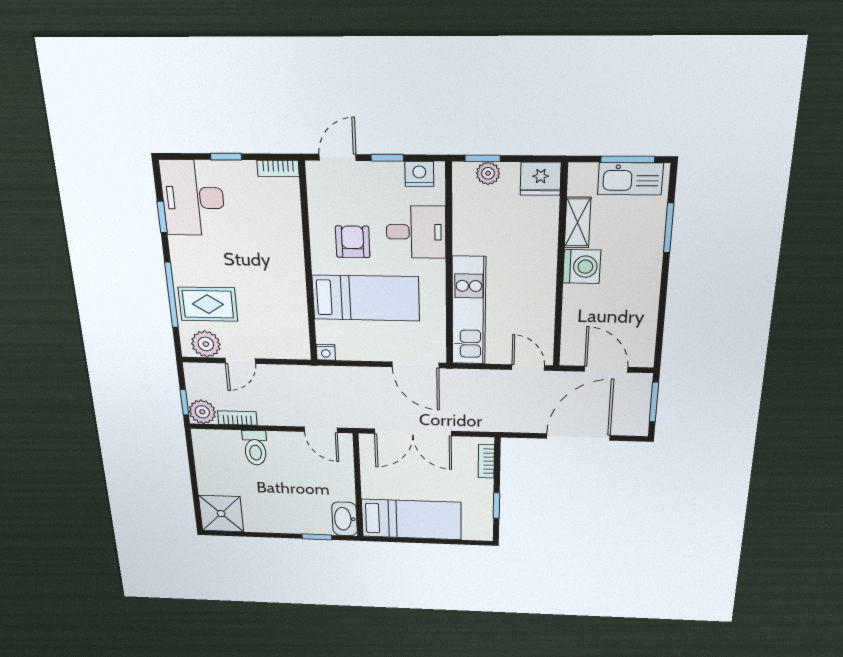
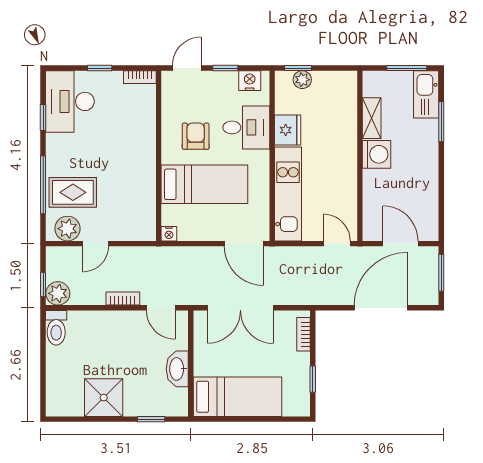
fridge: (541, 179) -> (288, 130), moved, turned -90
kitchen sink: (630, 179) -> (426, 94), moved, turned 90
bookcase: (237, 418) -> (123, 299), moved
toilet: (255, 448) -> (56, 328), moved
shower: (221, 514) -> (104, 398), moved
washbasin: (345, 519) -> (177, 369), moved

